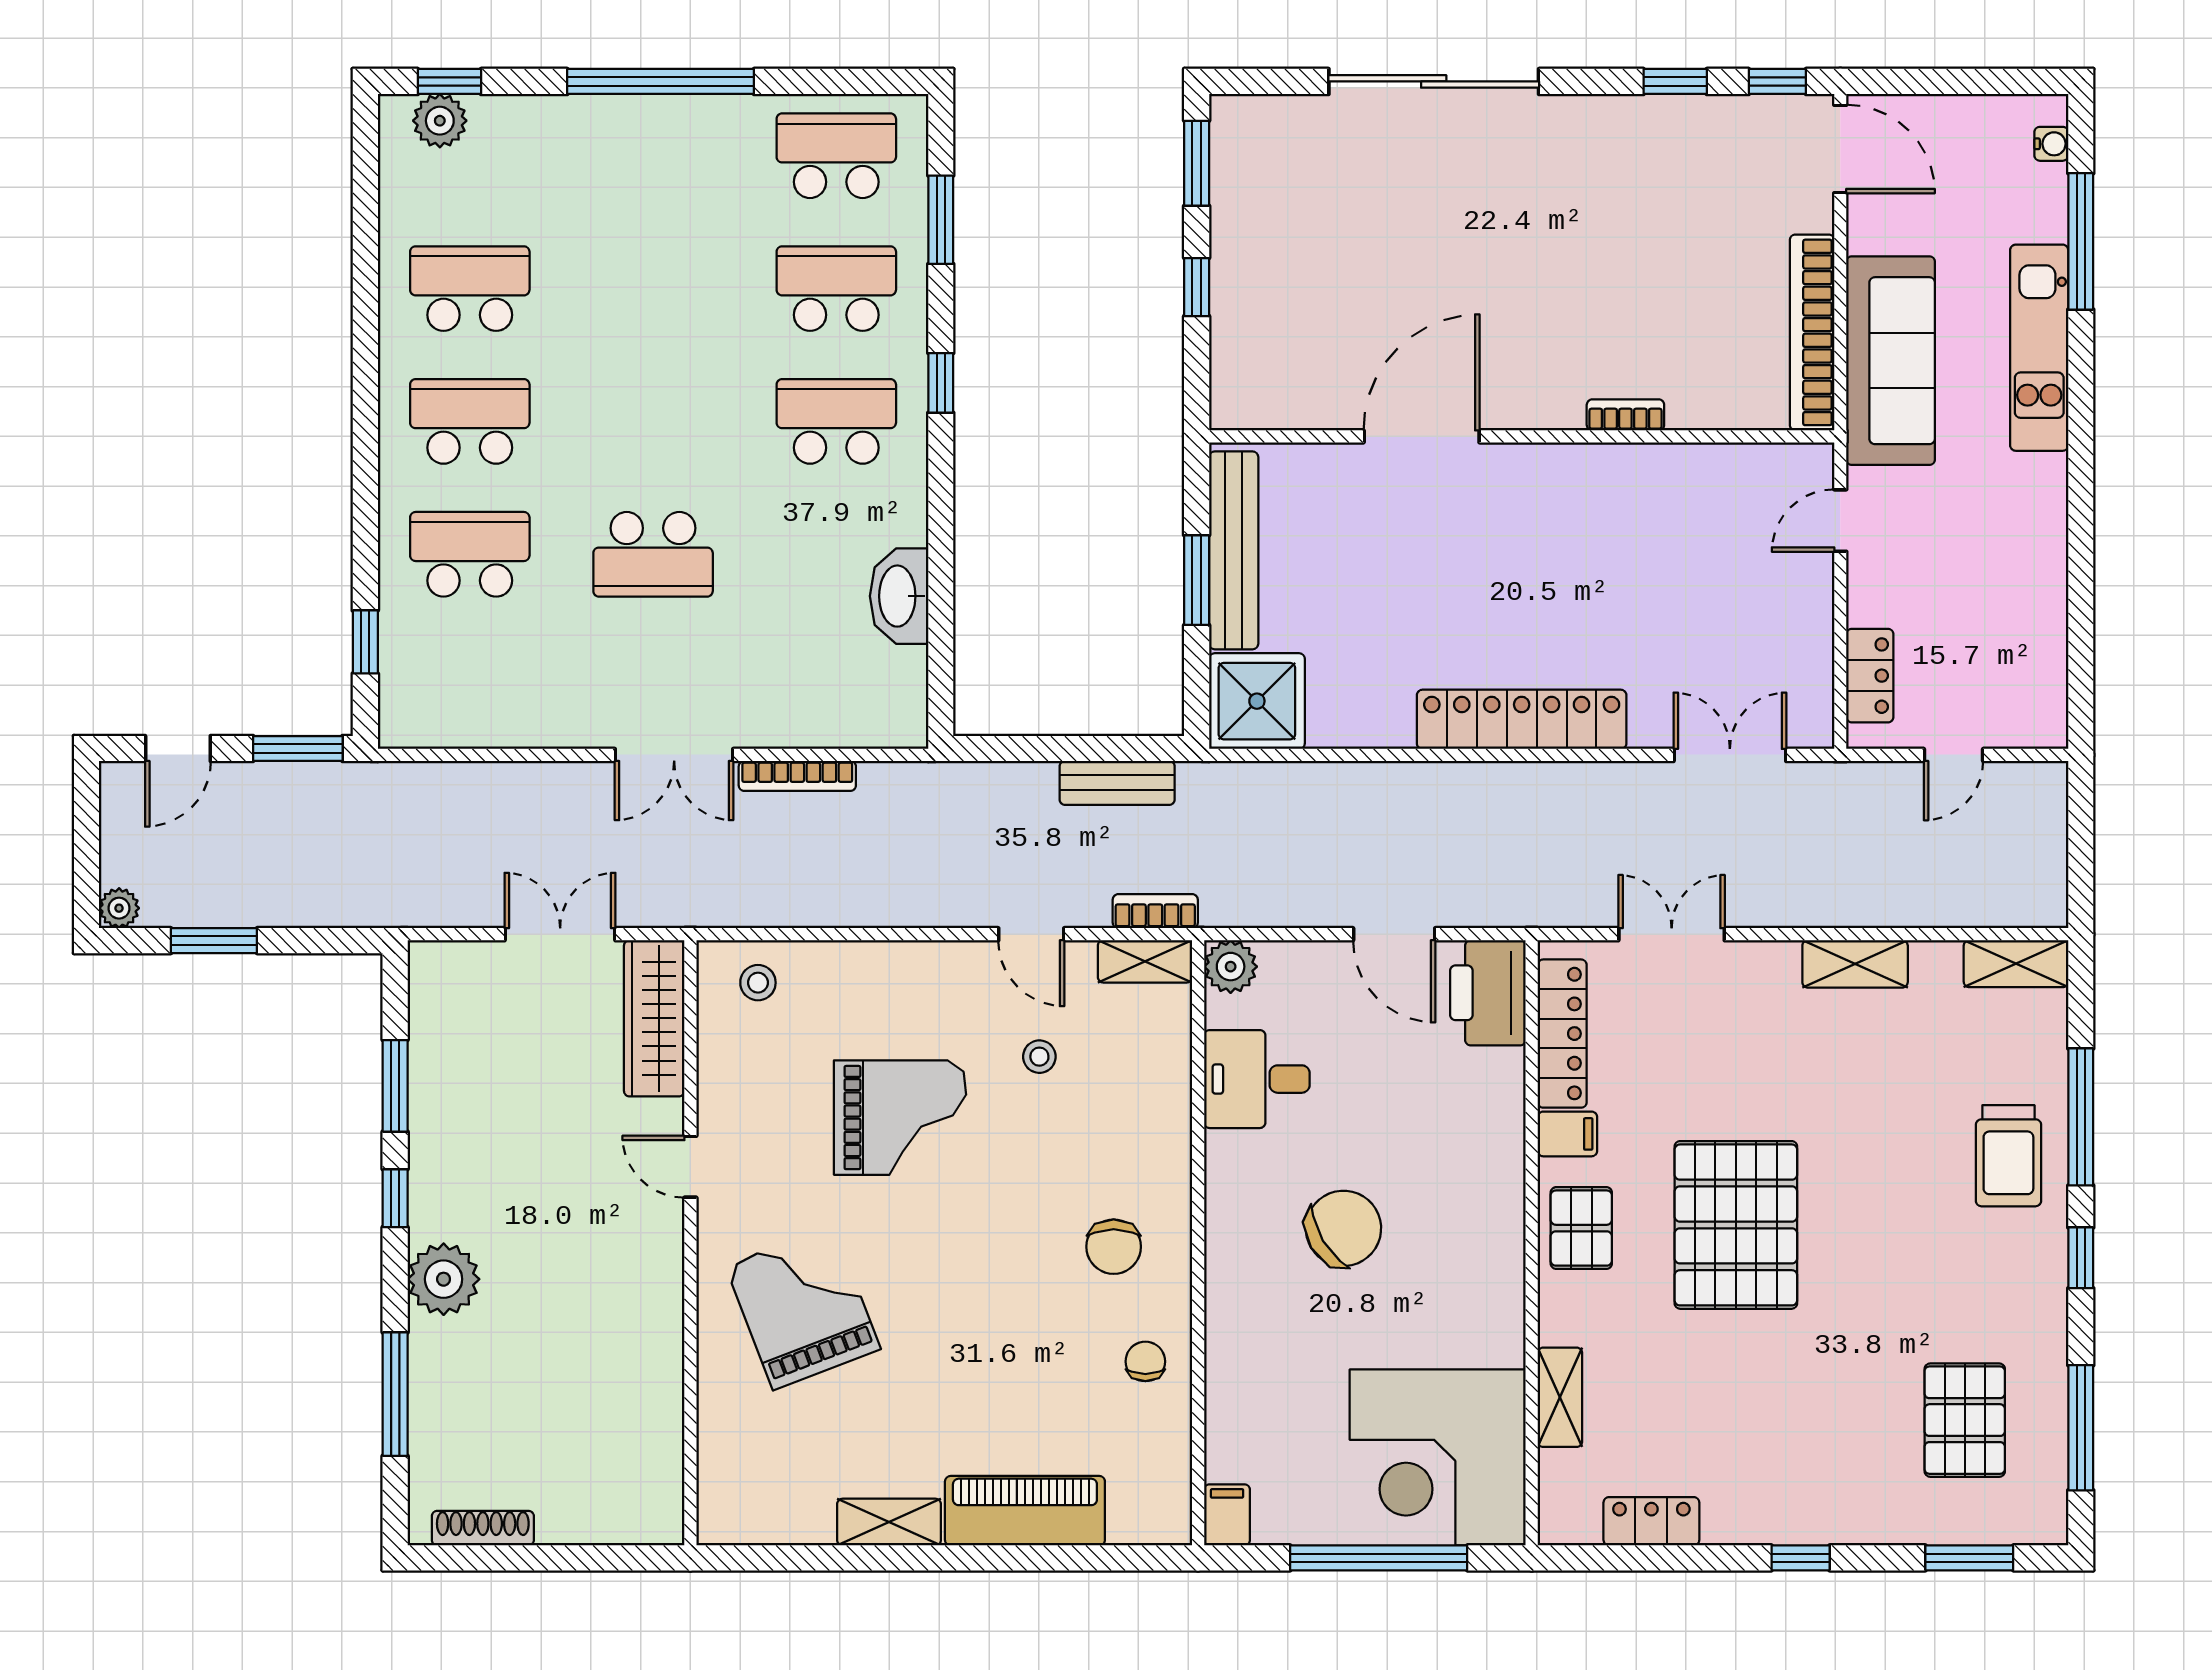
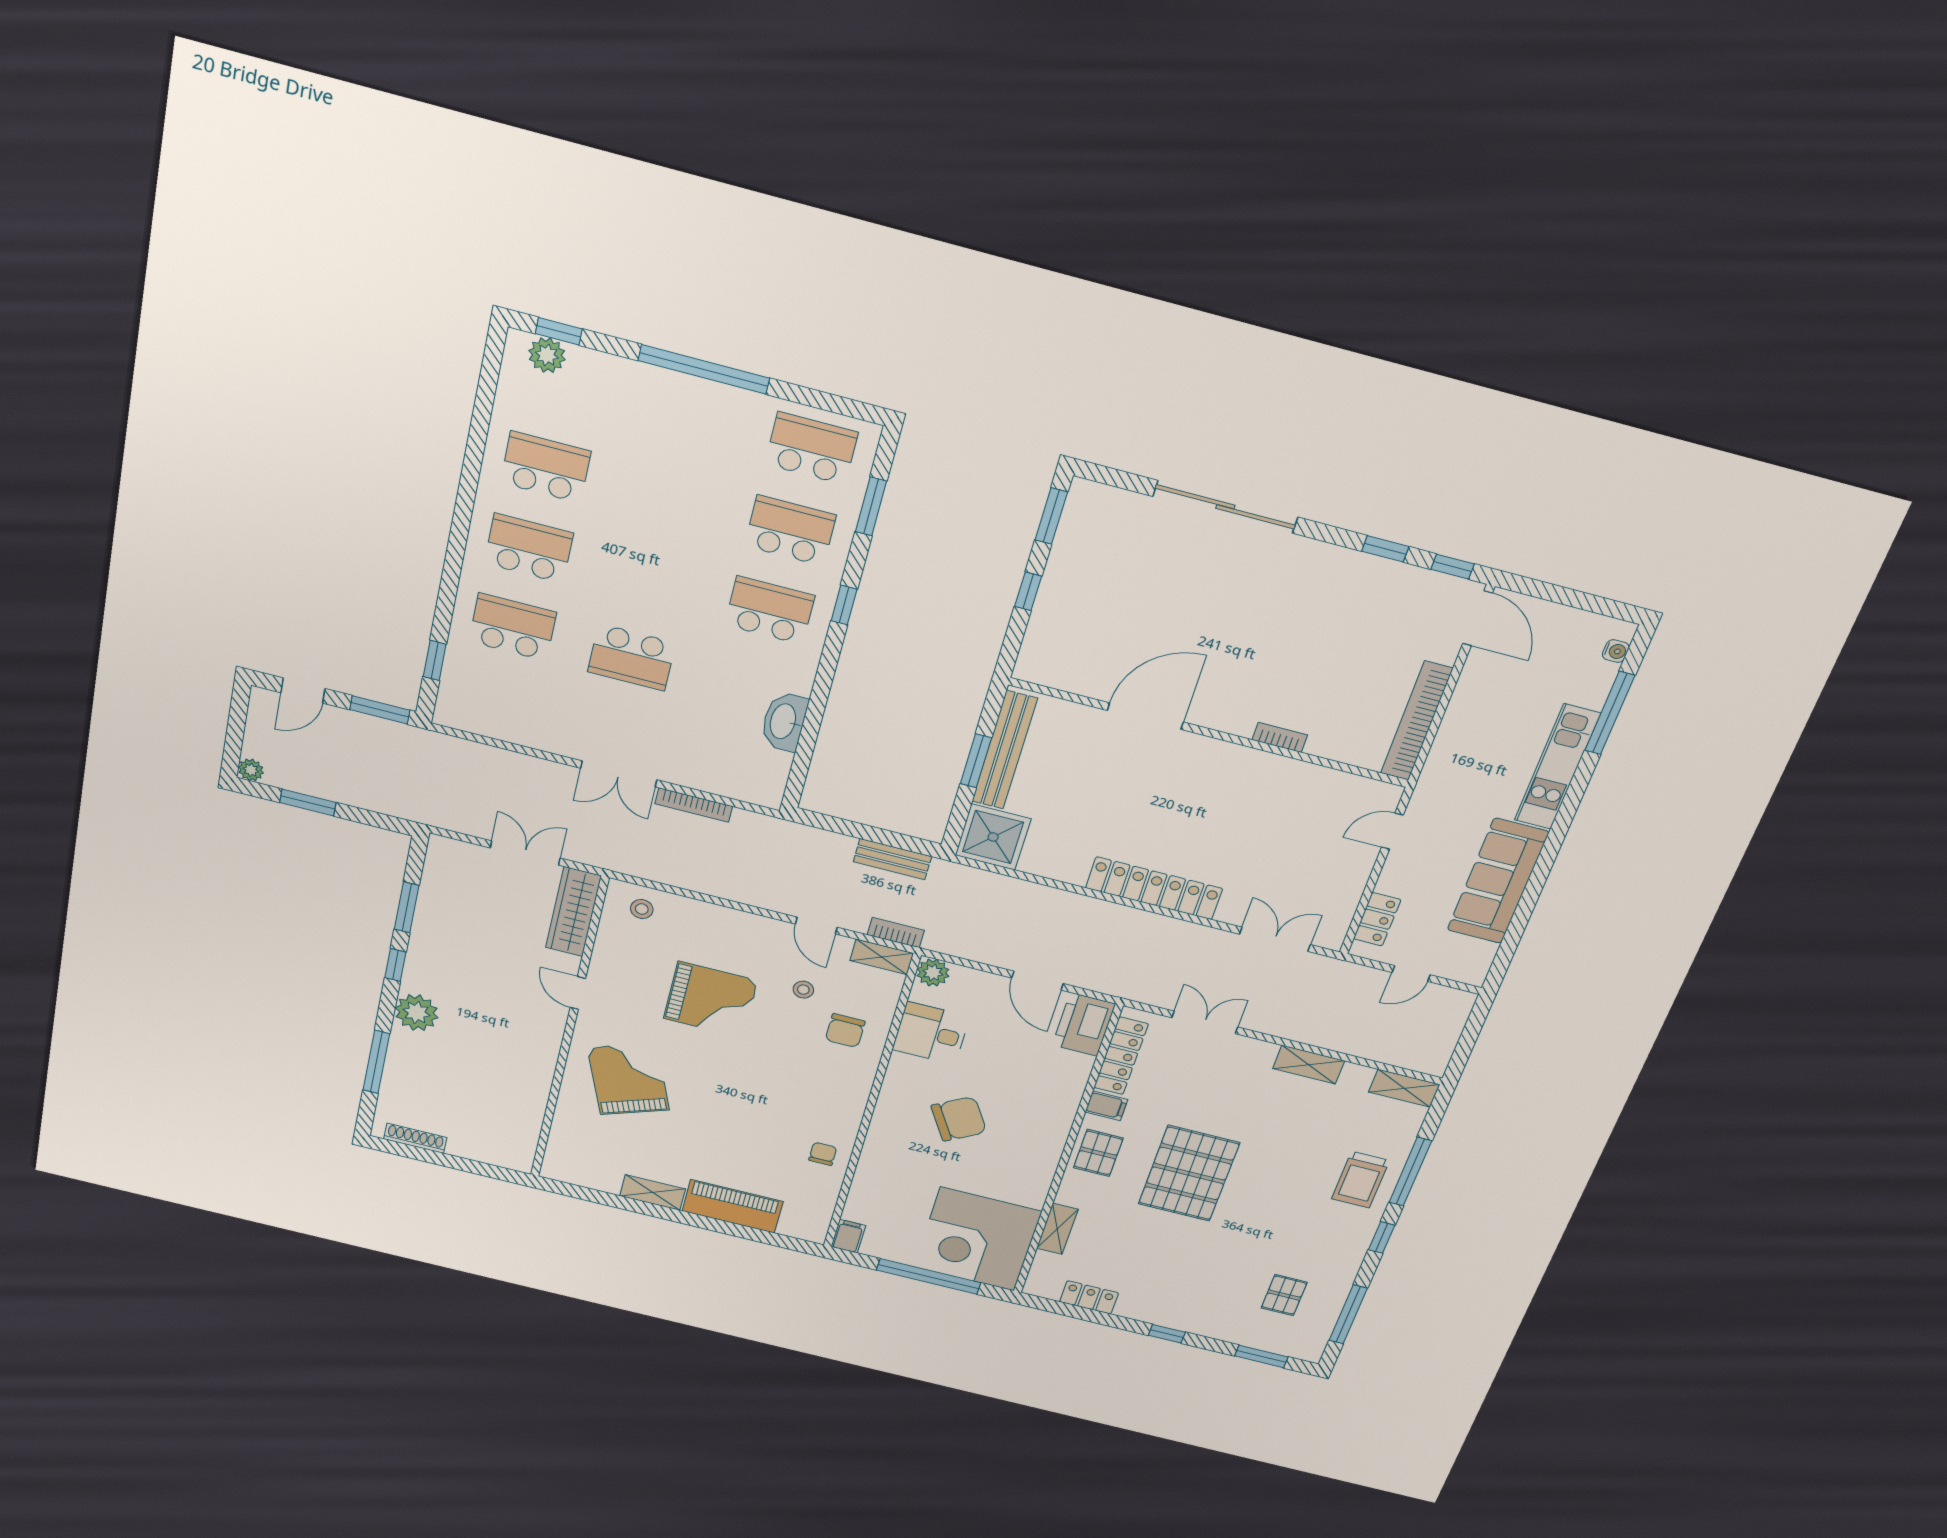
sofa: (1891, 361) -> (1498, 881), moved, turned 180
chair: (1114, 1247) -> (845, 1031), moved
pallet: (1965, 1420) -> (1284, 1295), width x0.67, depth x0.71

